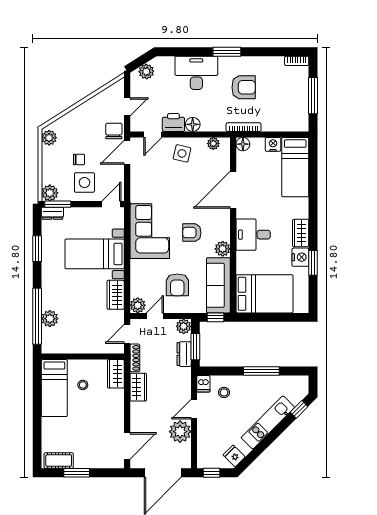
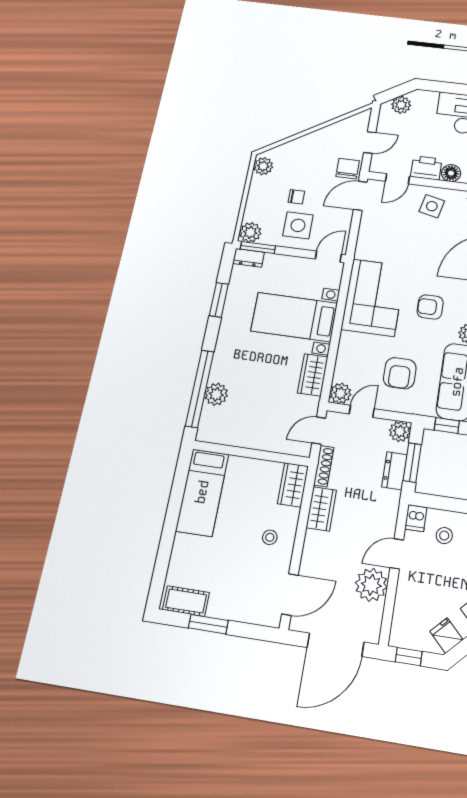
stool: (83, 385) -> (270, 537), moved

